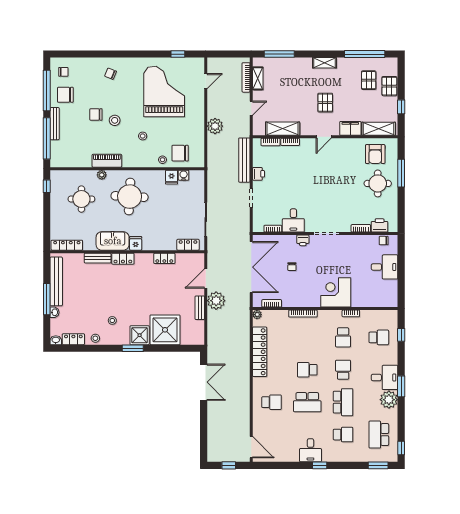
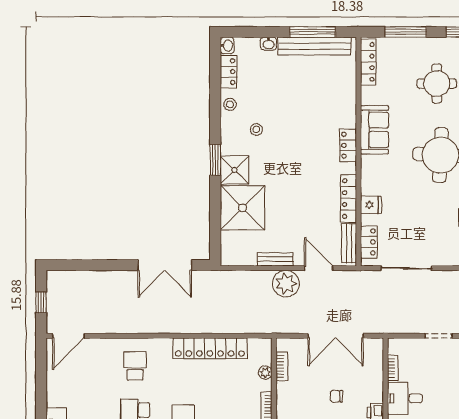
window: (47, 220) -> (406, 32), added
fridge: (136, 243) -> (371, 205), moved
bench: (98, 258) -> (349, 243), moved
locker: (164, 258) -> (349, 199), width x1.53
double door: (251, 267) -> (336, 336), width x0.73
window: (47, 299) -> (313, 32), moved
plant: (257, 315) -> (265, 373), moved
school desk: (271, 402) -> (135, 366), turned 180

